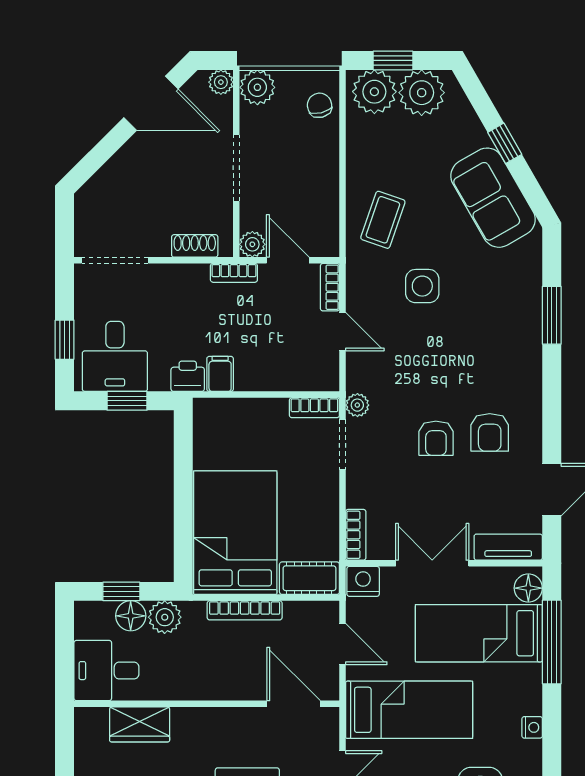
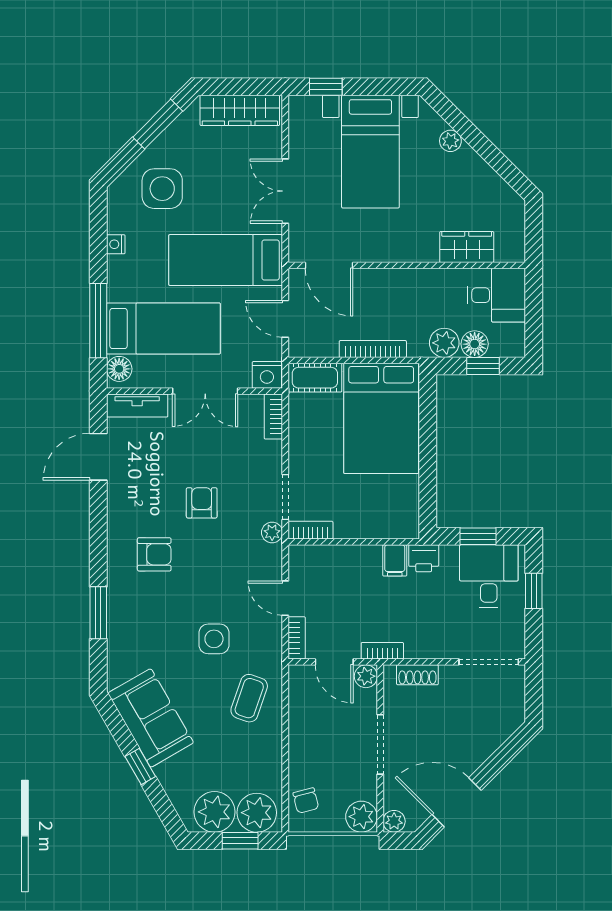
armchair: (490, 432) -> (154, 554), moved, turned 90

